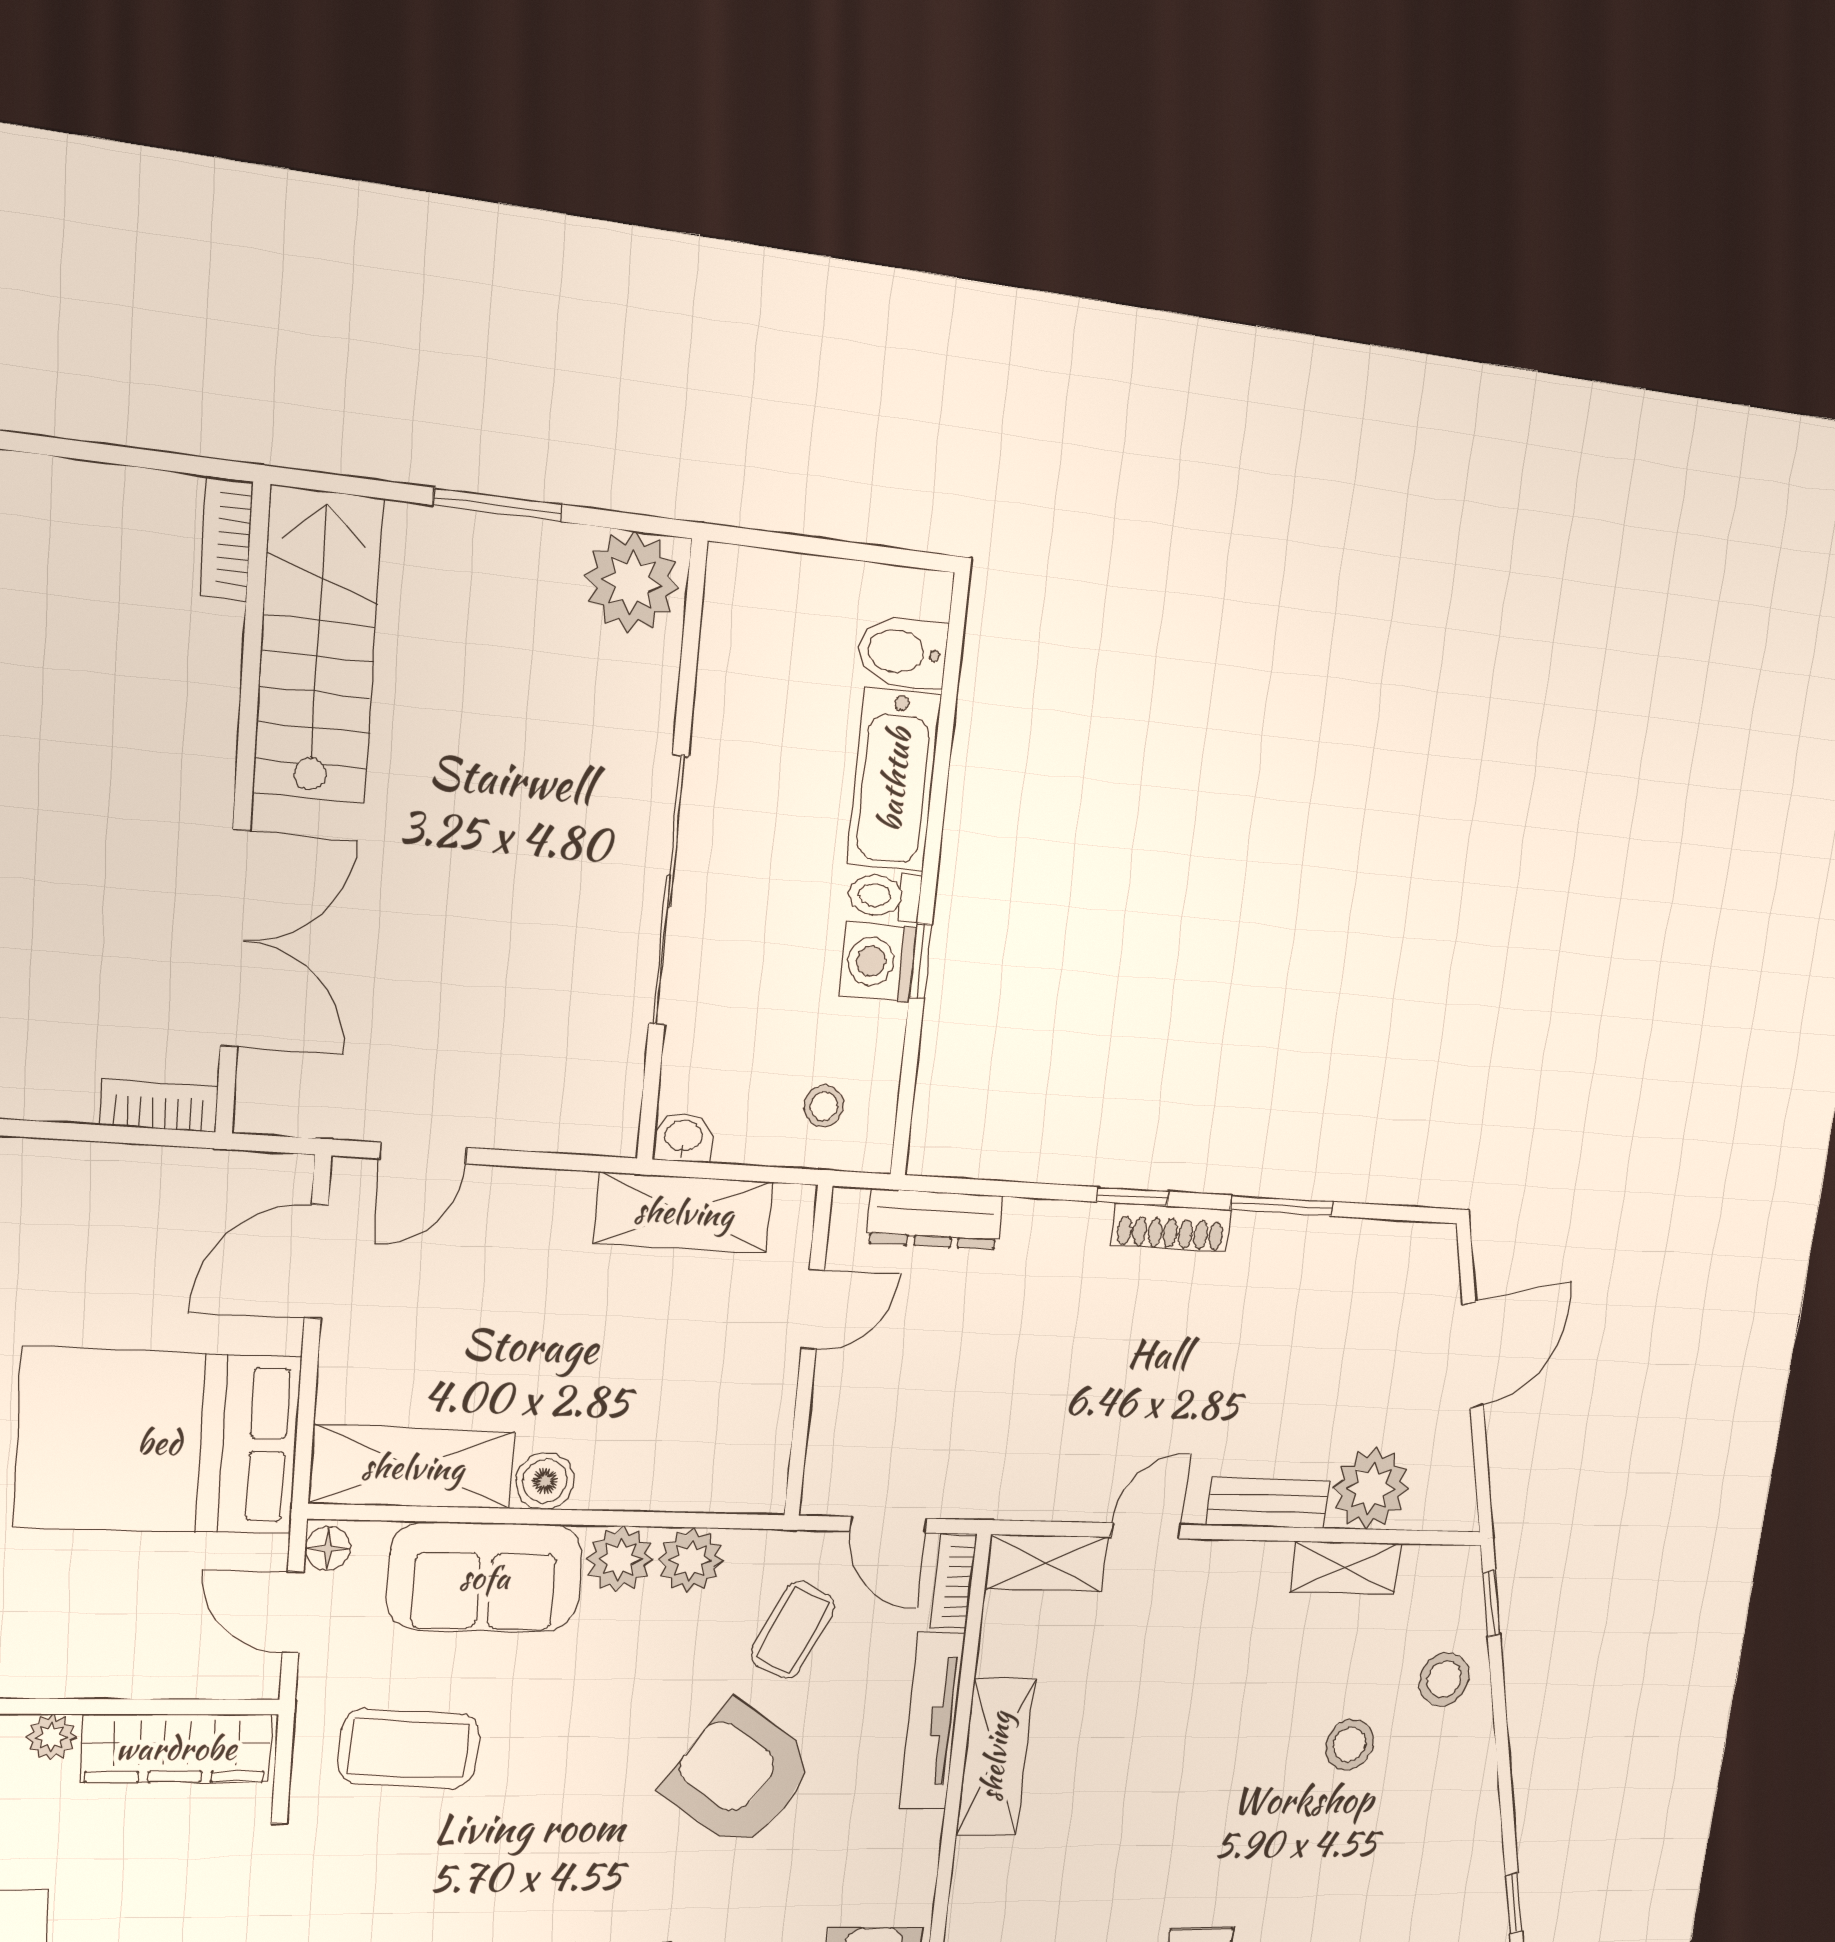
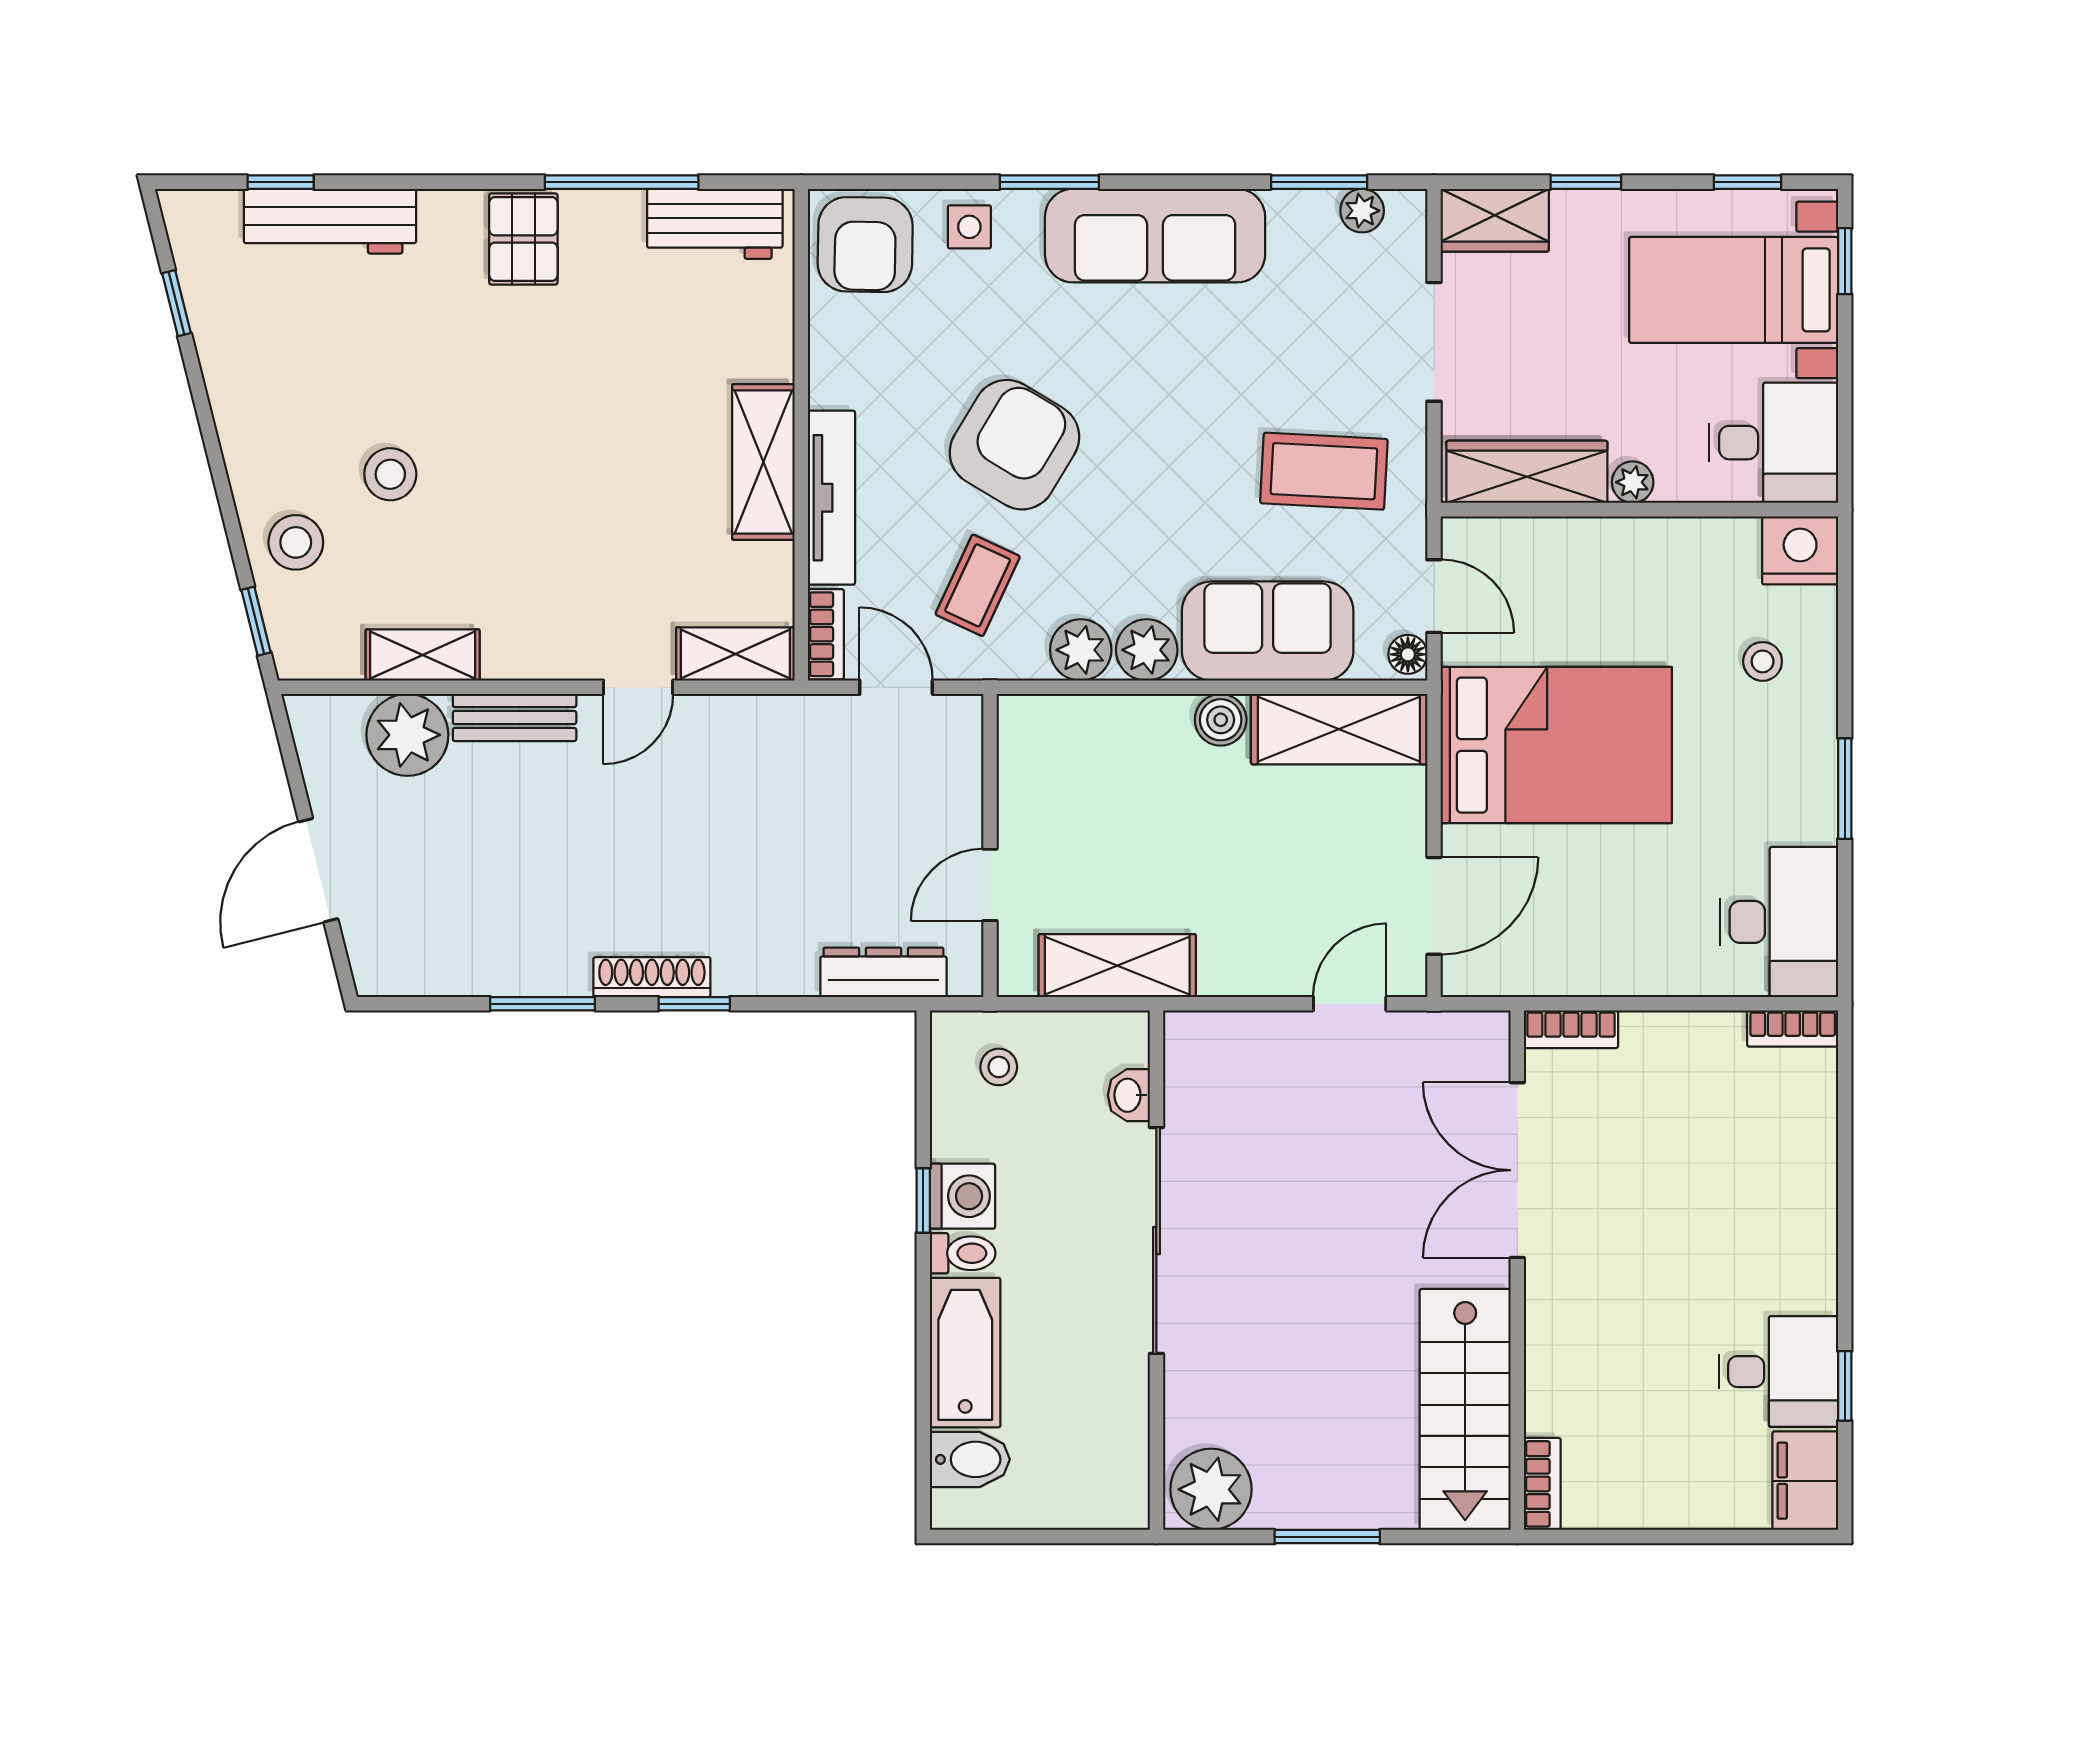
washbasin: (683, 1137) -> (1129, 1095), moved, turned 90
armchair: (740, 1776) -> (1014, 445), turned -94

